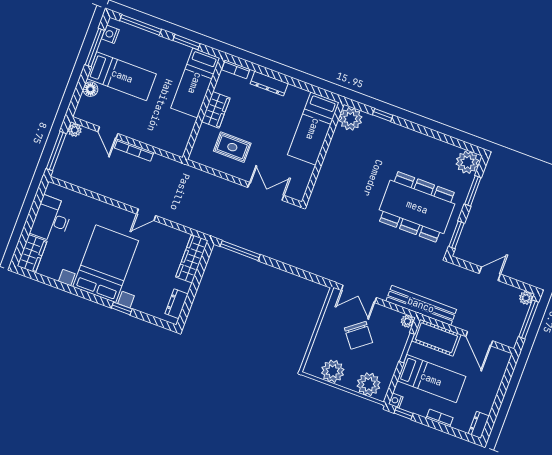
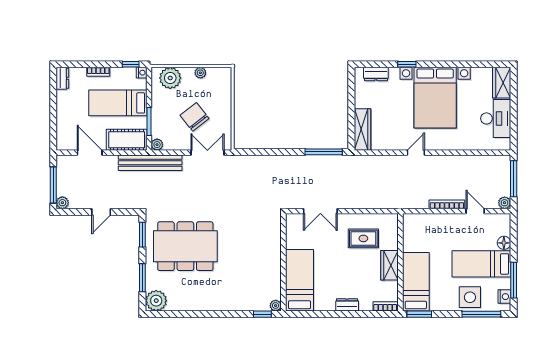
window: (186, 42) -> (419, 314), moved
side table: (146, 47) -> (470, 297), added
dresser: (269, 84) -> (347, 305), width x0.70
window: (383, 115) -> (262, 314), moved
plant: (351, 119) -> (276, 306), width x0.53, depth x0.53
dresser: (177, 304) -> (376, 74), moved, turned 90
plant: (333, 371) -> (200, 73), width x0.53, depth x0.53

